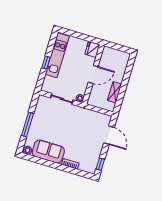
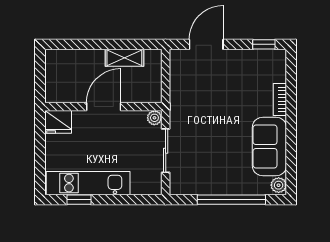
window: (46, 63) -> (79, 200), moved
door: (93, 74) -> (104, 107), hinge flipped
window: (27, 124) -> (231, 200), width x1.46

